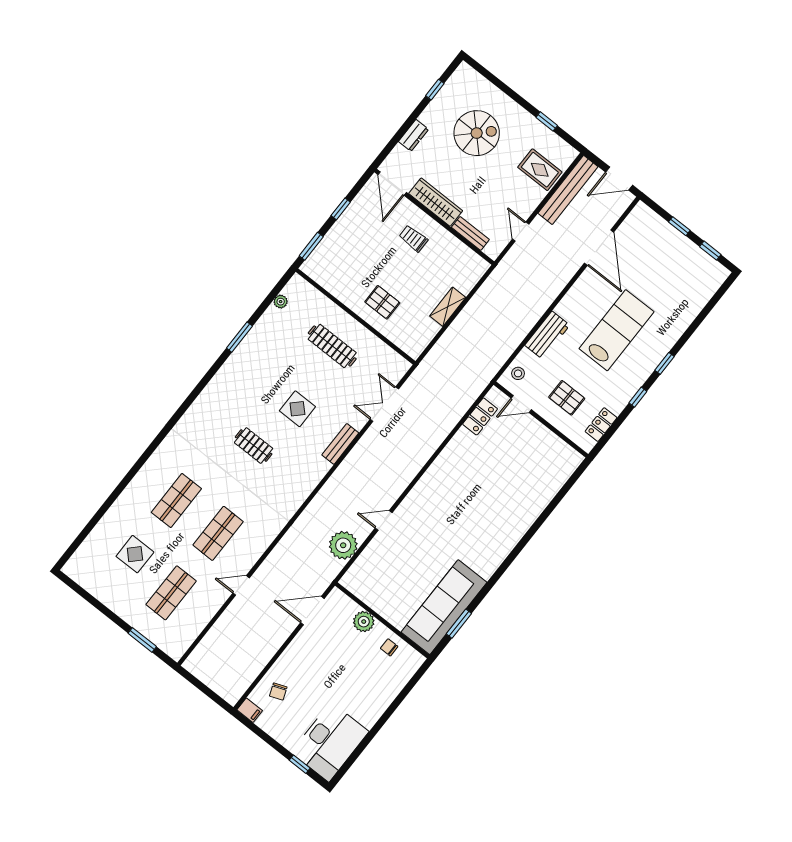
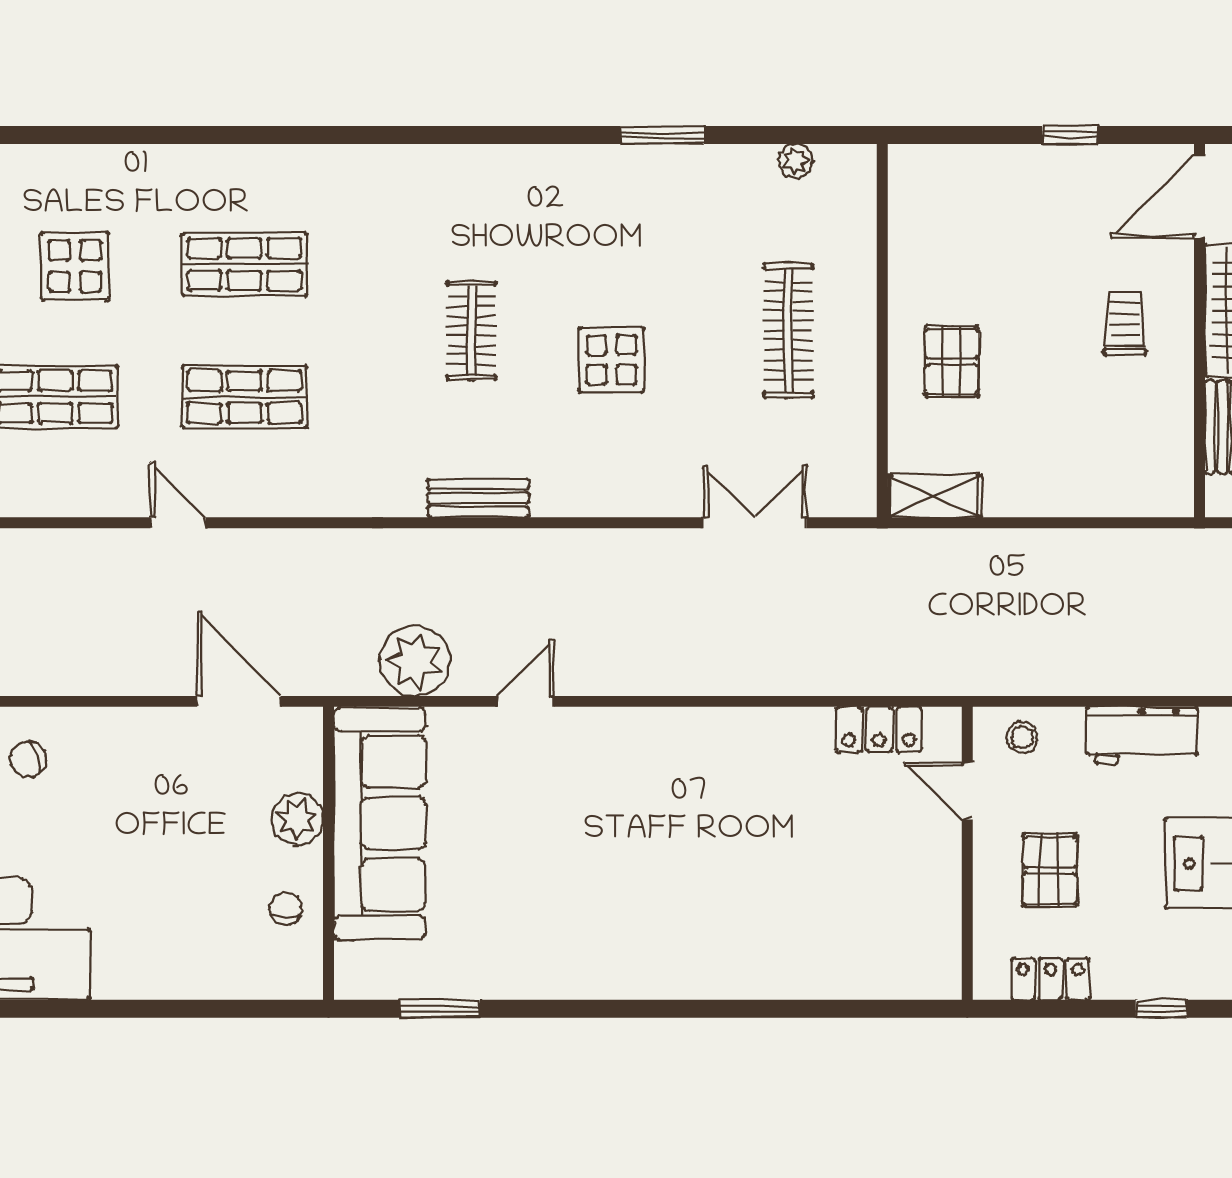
window: (311, 246) -> (951, 135), removed
shelving: (448, 307) -> (934, 496), moved
bench: (340, 444) -> (478, 498), moved
door: (384, 520) -> (526, 701), hinge flipped
sofa: (444, 607) -> (380, 823), moved, turned 90

